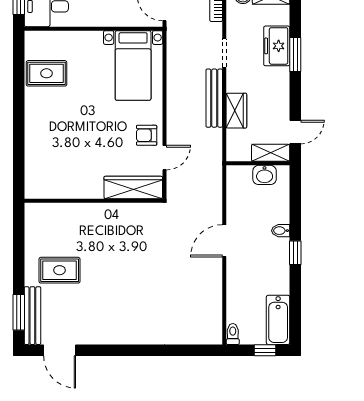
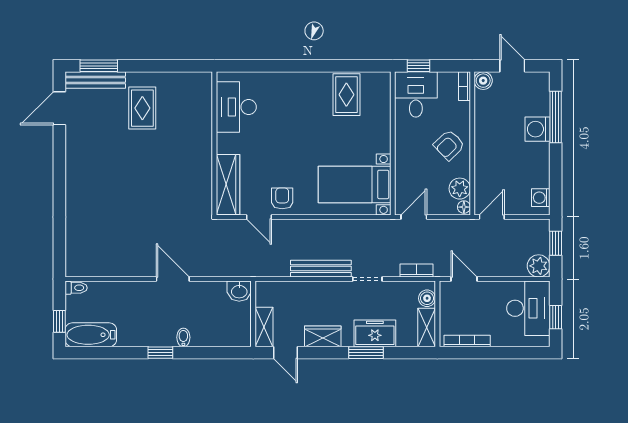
wardrobe: (236, 111) -> (323, 336), moved, turned 180
washbasin: (265, 175) -> (239, 291), moved, turned -90
desk: (58, 180) -> (236, 107), added

